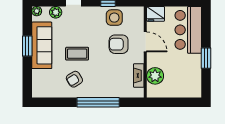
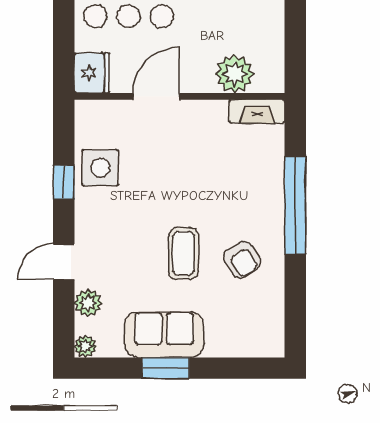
armchair: (119, 44) -> (162, 158), removed
sofa: (42, 45) -> (164, 335), width x0.73
fireplace: (139, 75) -> (257, 111), moved

